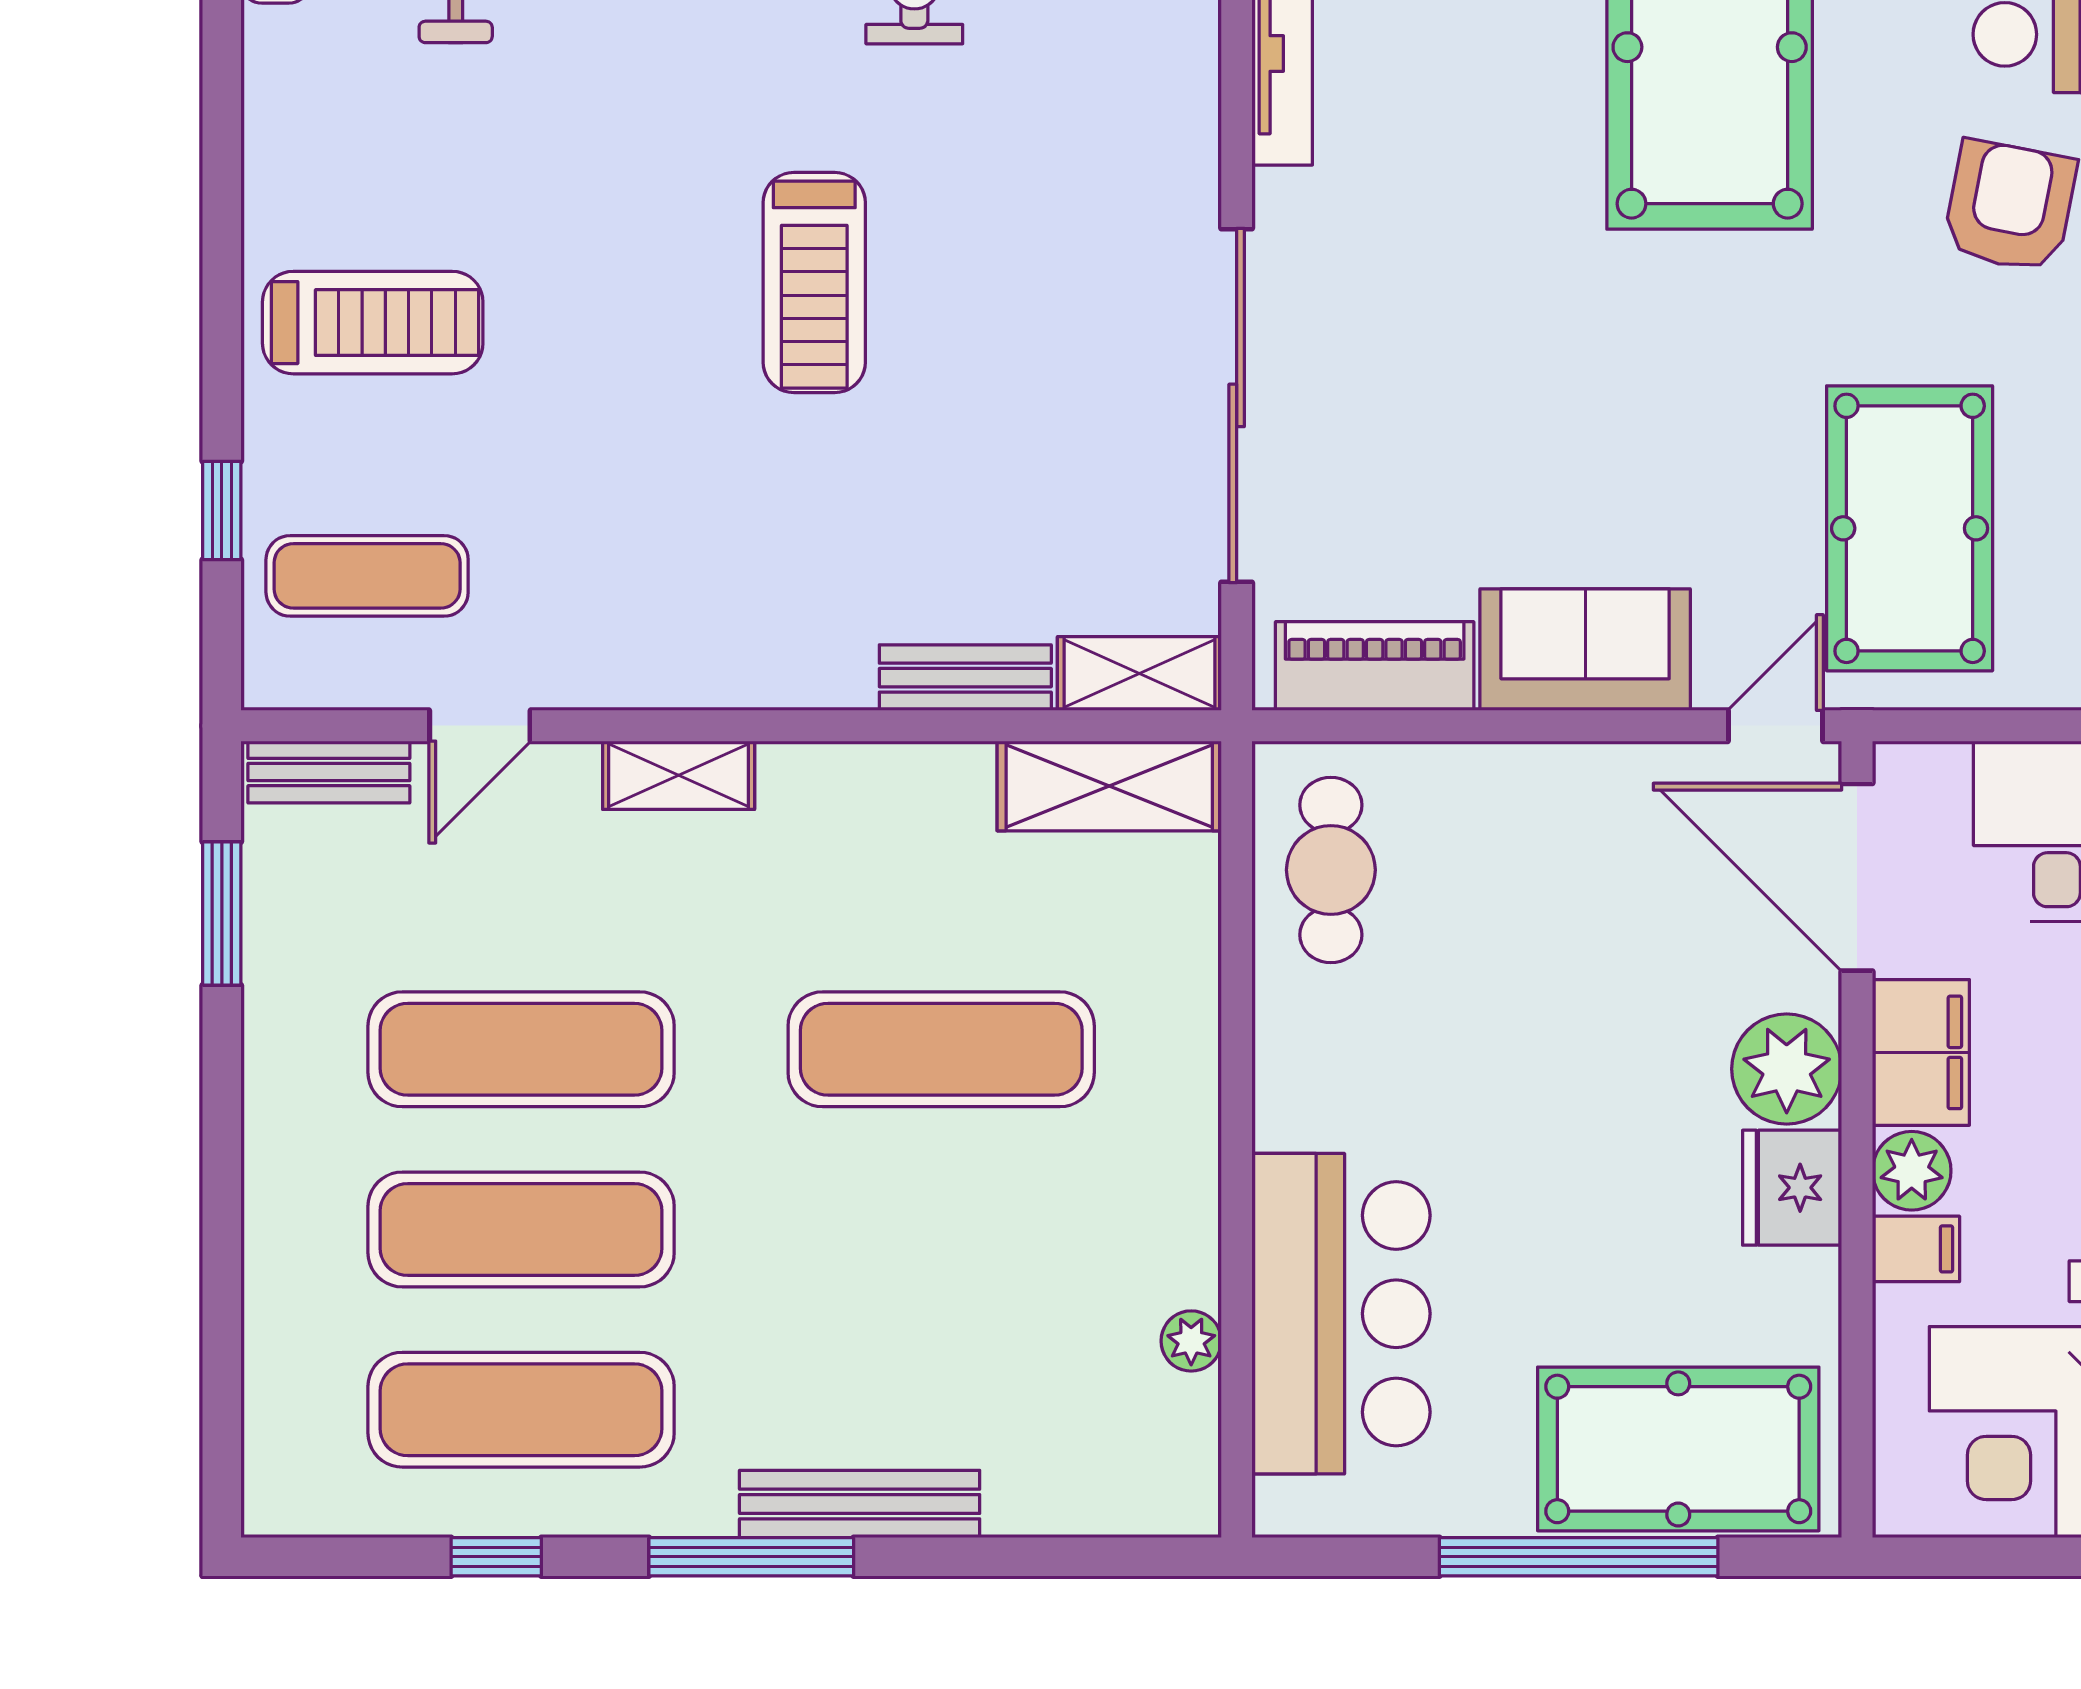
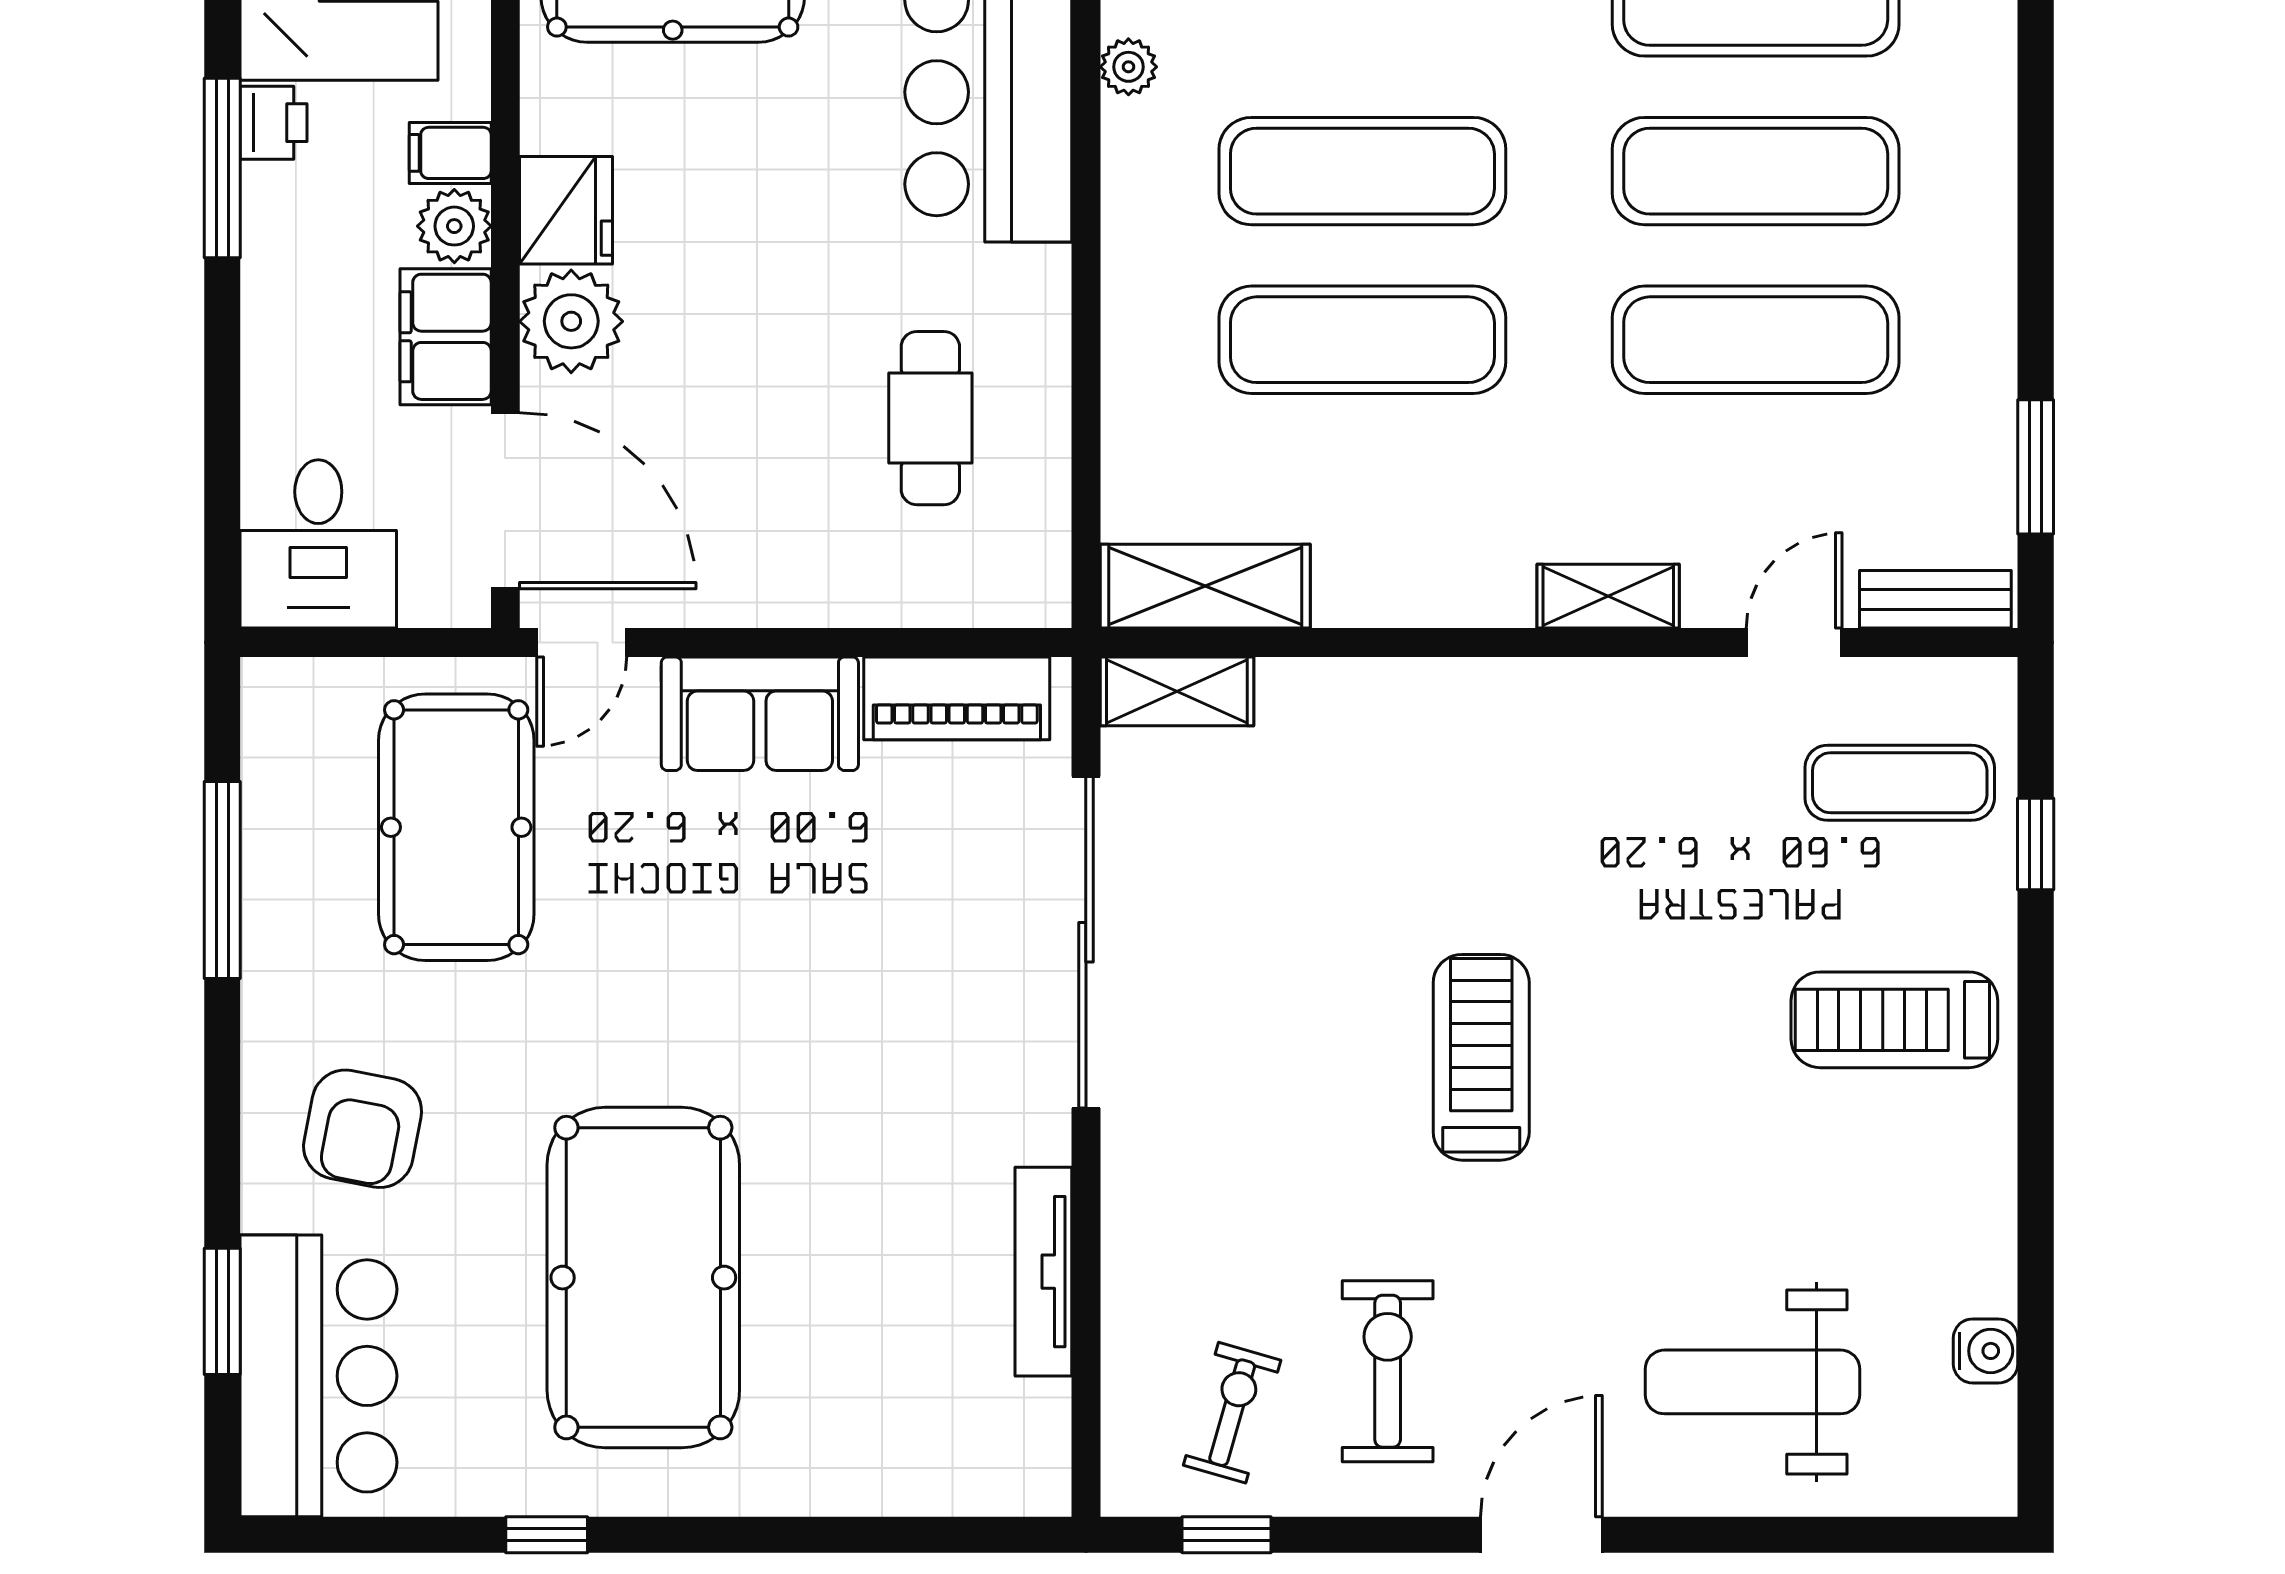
bench: (965, 678) -> (1340, 688), removed
cafe table: (1331, 870) -> (930, 418), moved
exercise mat: (941, 1229) -> (1362, 171), added

